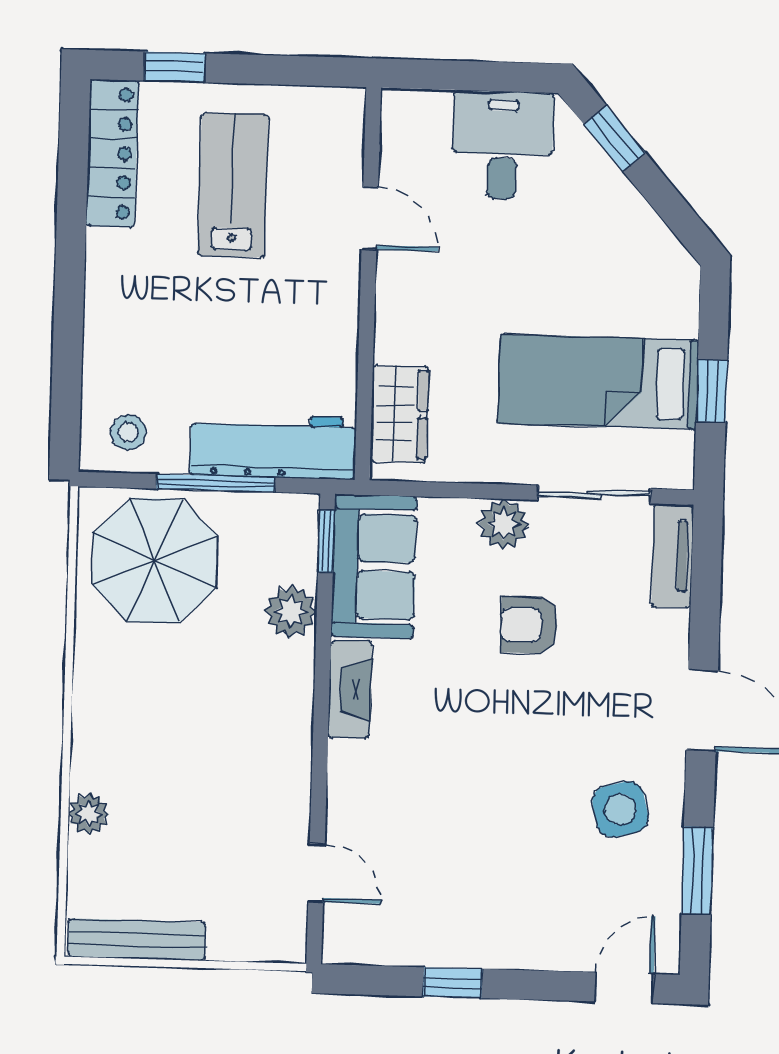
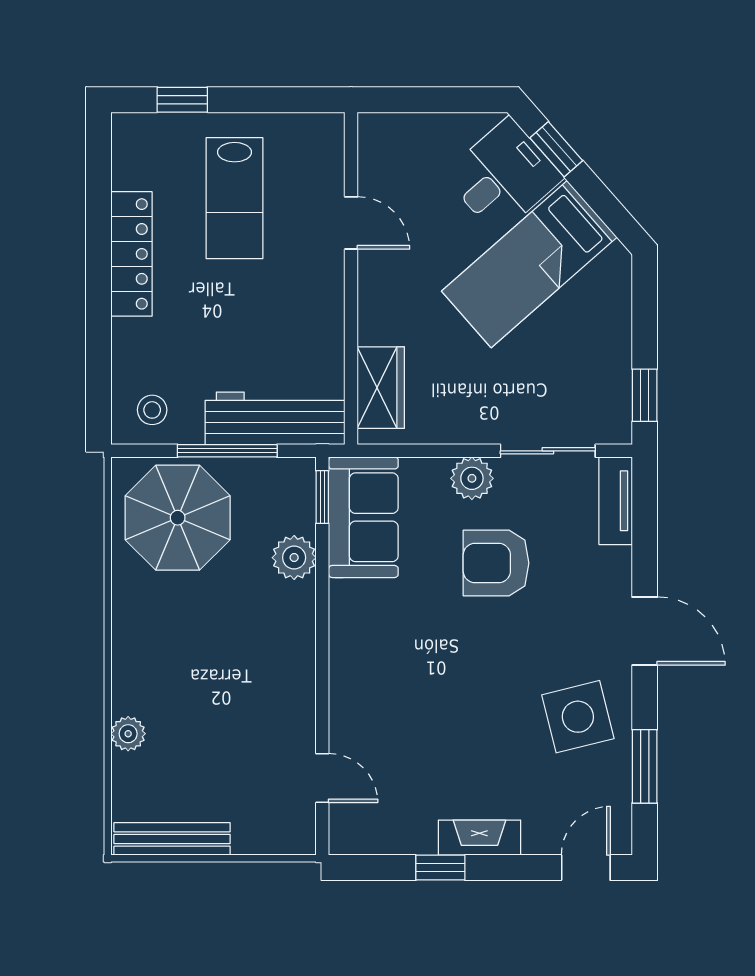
desk: (503, 145) -> (503, 176), moved, turned 49
locker: (112, 153) -> (131, 254), moved
lab bench: (233, 185) -> (235, 198), turned 180
bed: (598, 382) -> (529, 264), moved, turned -41
window: (712, 391) -> (645, 395), moved
armchair: (529, 625) -> (496, 563), width x1.38, depth x1.38
fireplace: (350, 689) -> (479, 838), moved, turned -90
side table: (620, 809) -> (578, 717), width x1.37, depth x1.37

